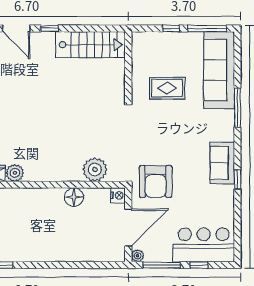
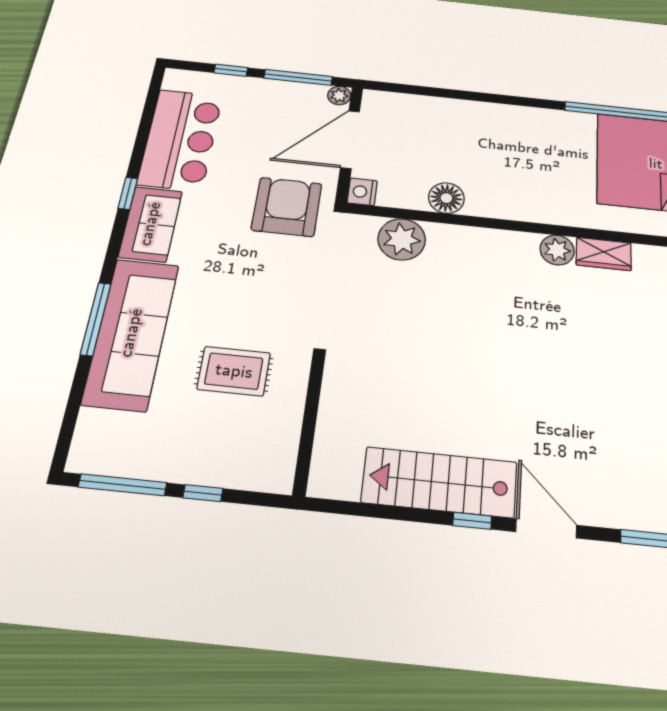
stairs: (90, 45) -> (440, 482), moved
sofa: (219, 70) -> (131, 333), moved
bar counter: (204, 245) -> (180, 140), moved, turned -90

